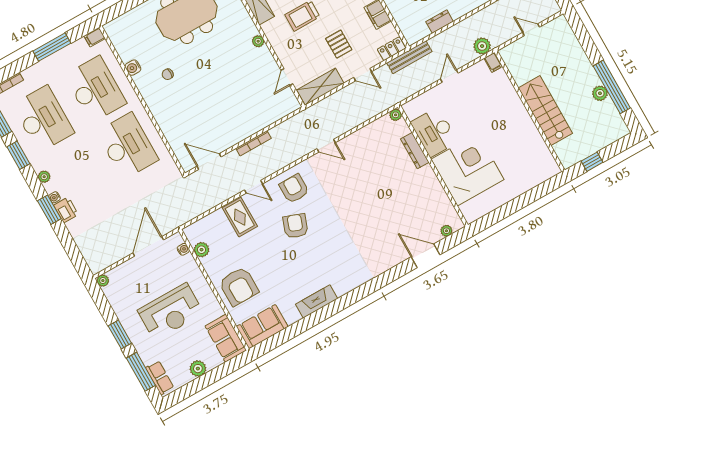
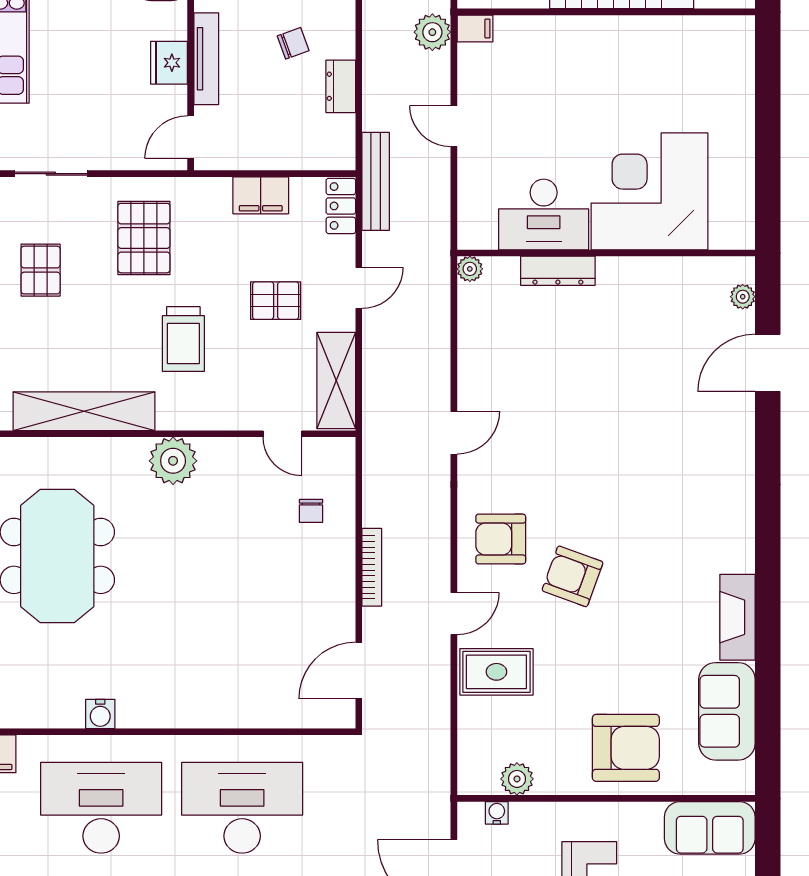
plant: (258, 41) -> (173, 461), width x1.87, depth x1.87
chair: (168, 74) -> (311, 511), moved
sofa: (262, 327) -> (727, 711), moved

